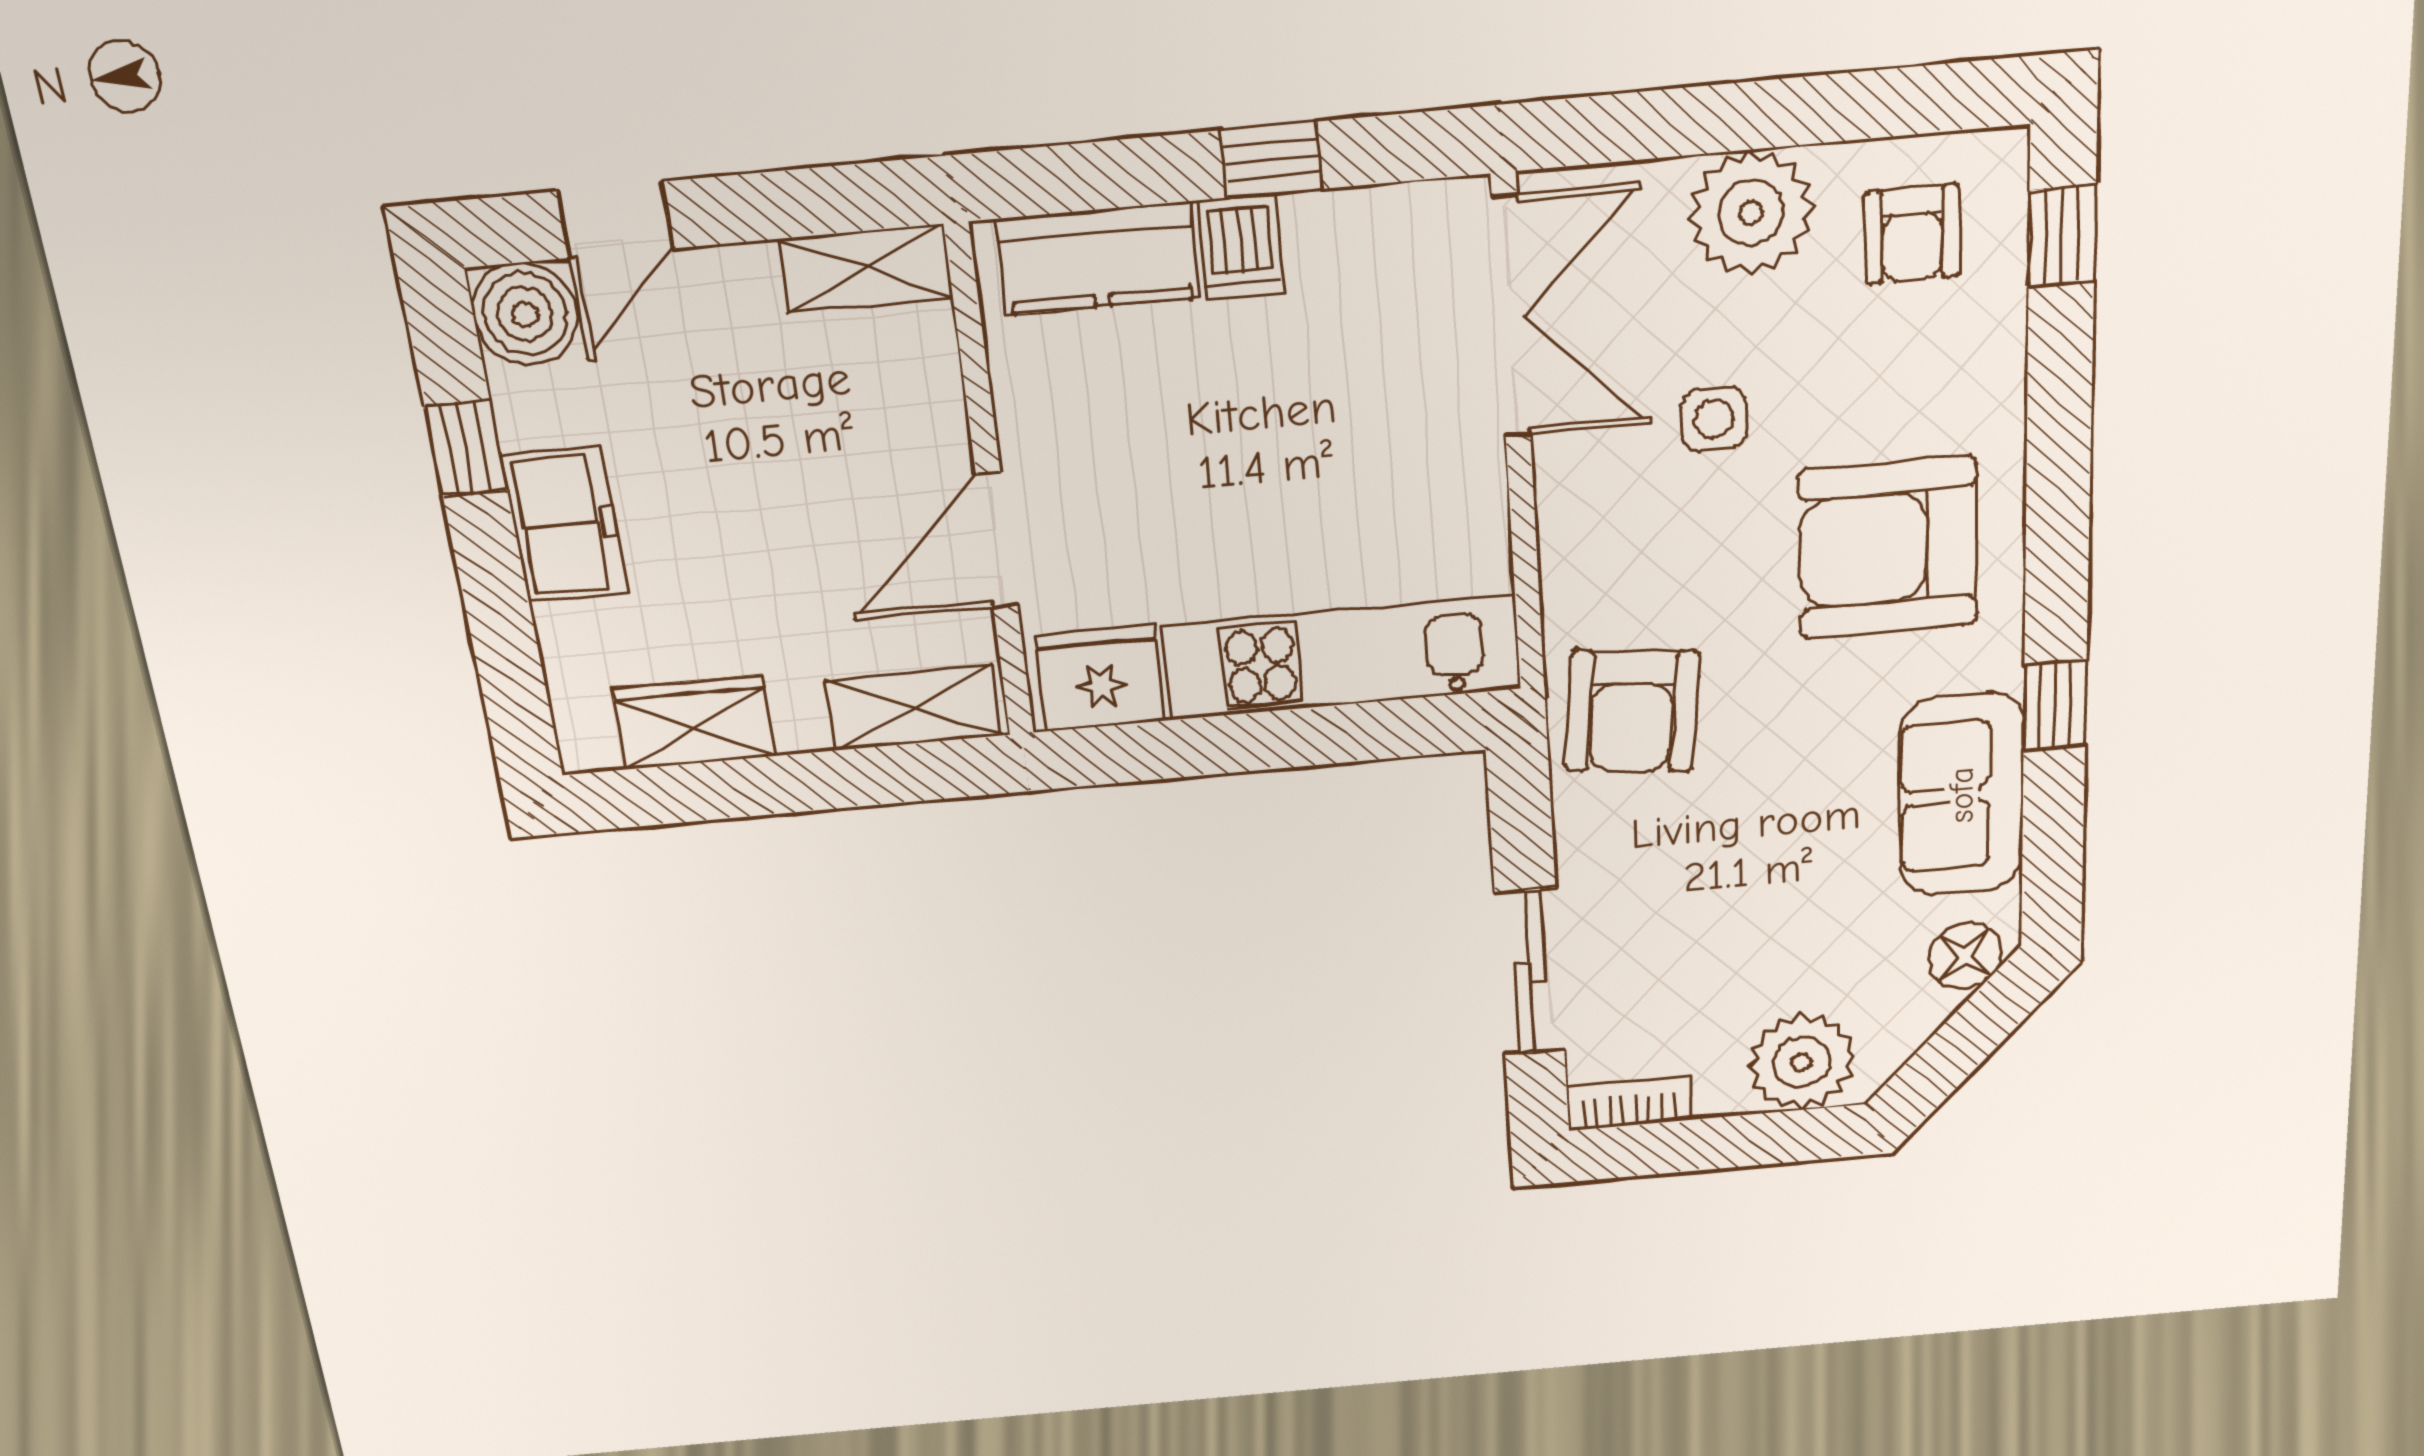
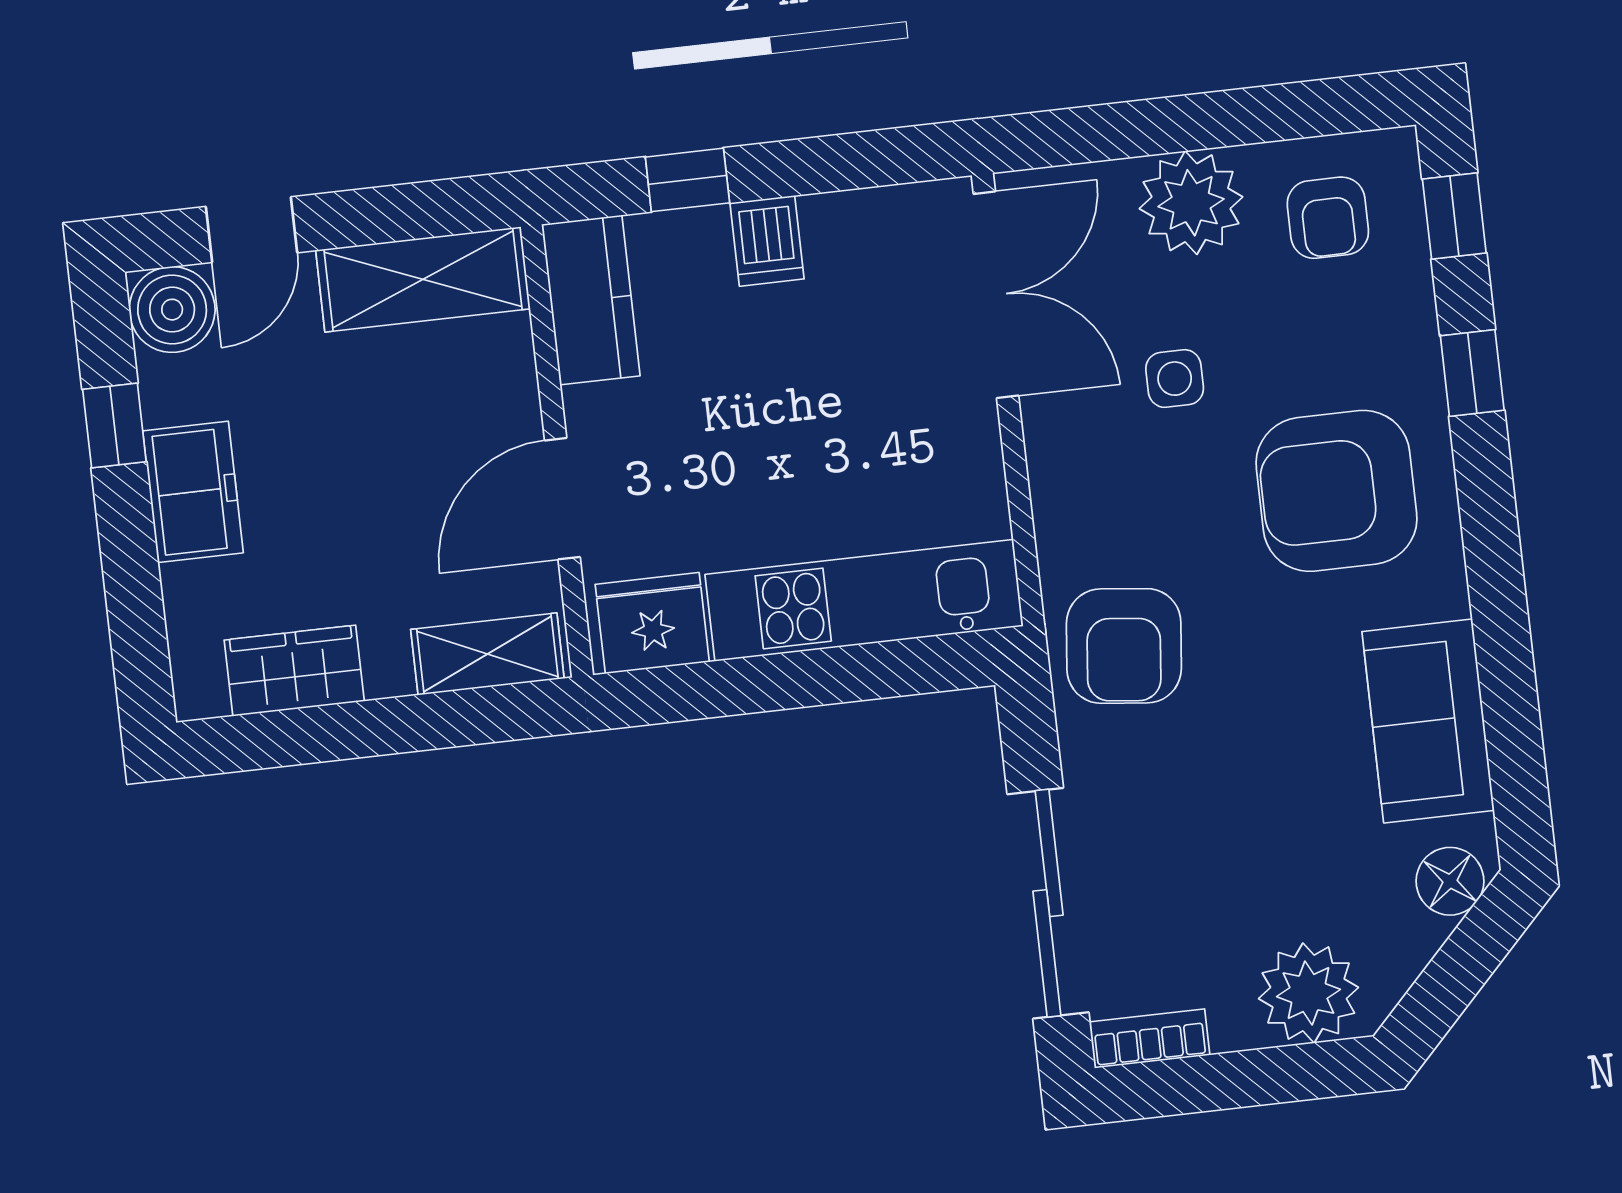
window: (1272, 160) -> (687, 180), moved
kitchen counter: (1098, 258) -> (591, 300), moved, turned -90
shelving: (866, 268) -> (423, 279), width x1.50, depth x1.33
window: (2055, 705) -> (1472, 373), moved
sliding door: (1530, 972) -> (1048, 903), width x1.37

